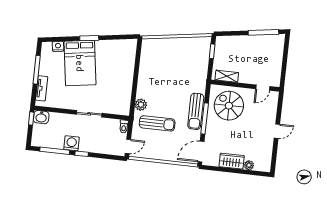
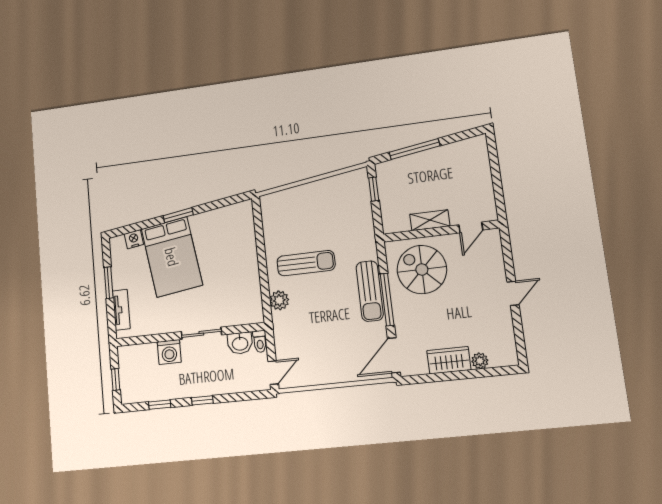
window: (263, 32) -> (415, 149), moved
window: (37, 70) -> (109, 283), width x0.69
shelving: (227, 76) -> (430, 220), moved
washbasin: (41, 117) -> (240, 343), moved
window: (31, 119) -> (116, 379), moved
sun lounger: (157, 123) -> (306, 263), moved
washing machine: (72, 143) -> (169, 352), moved, turned 180
window: (55, 151) -> (160, 405), width x0.46

